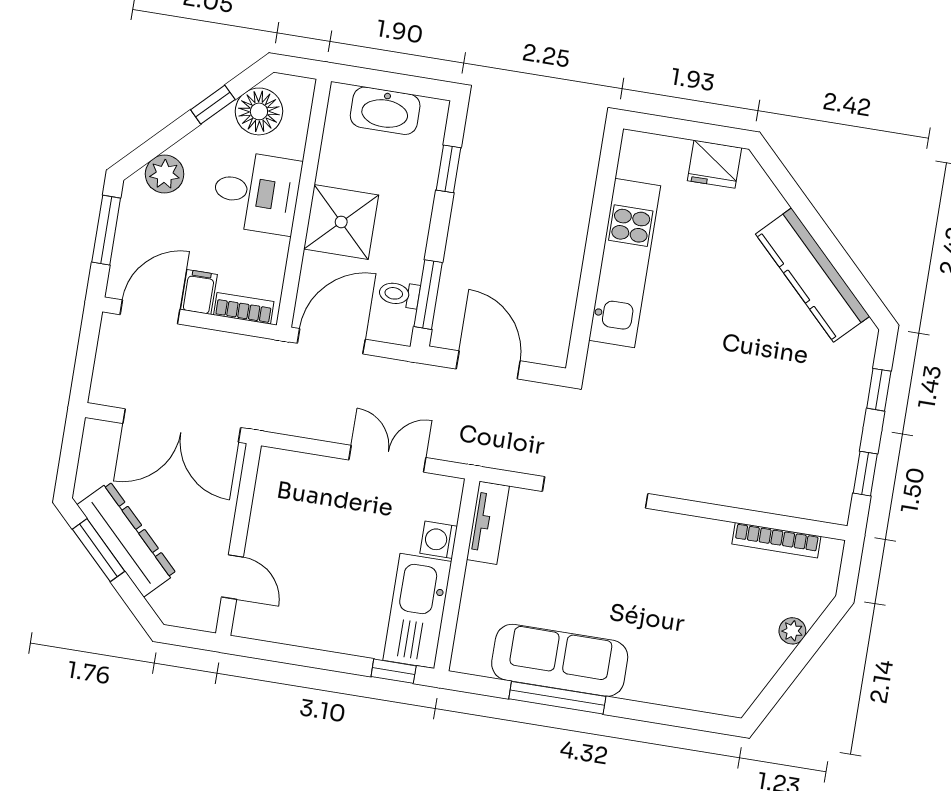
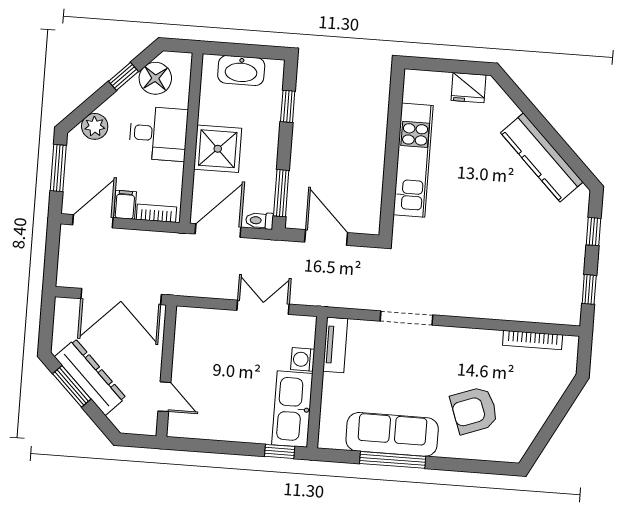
toilet: (399, 294) -> (259, 220), moved
doorway: (595, 492) -> (406, 318), width x0.73
plant: (792, 631) -> (549, 401), removed
armchair: (682, 635) -> (474, 410), added

